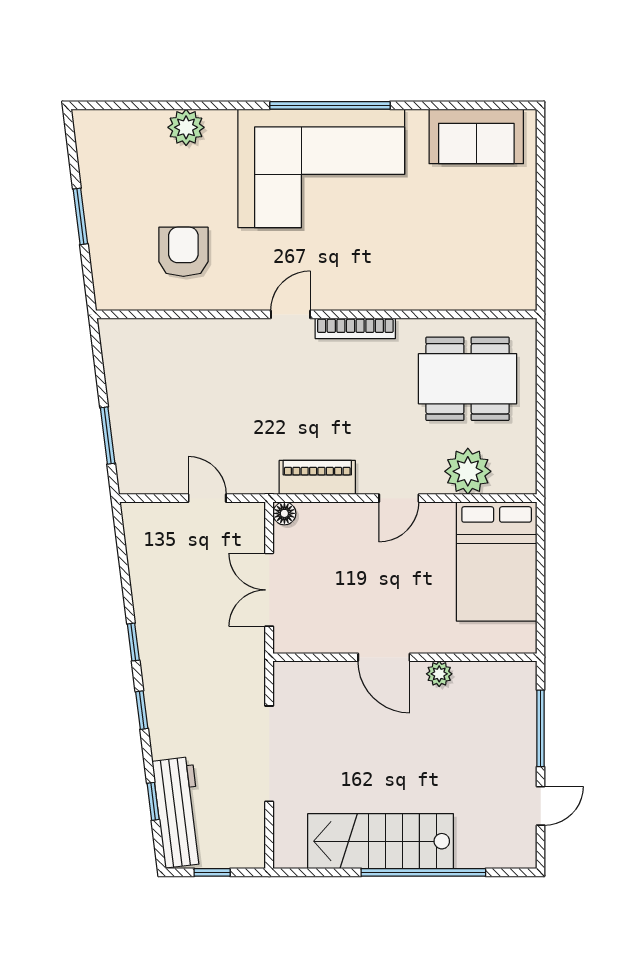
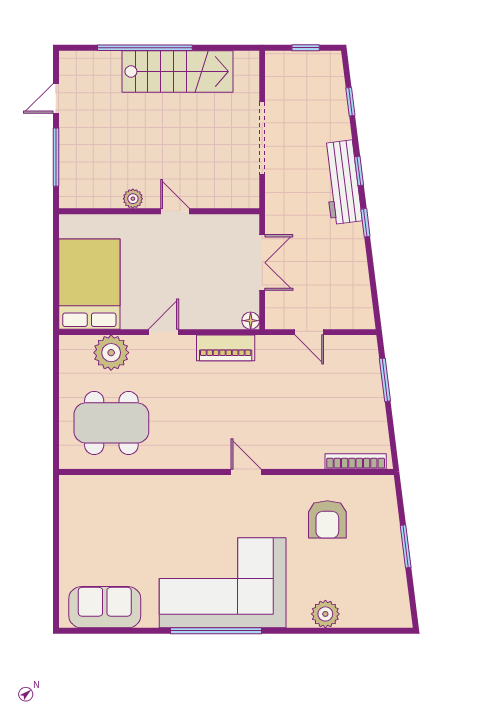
door: (290, 314) -> (246, 472), swing flipped
bookcase: (355, 328) -> (356, 461), moved
door: (384, 657) -> (175, 211), width x0.73
workbench: (179, 812) -> (342, 182), moved

